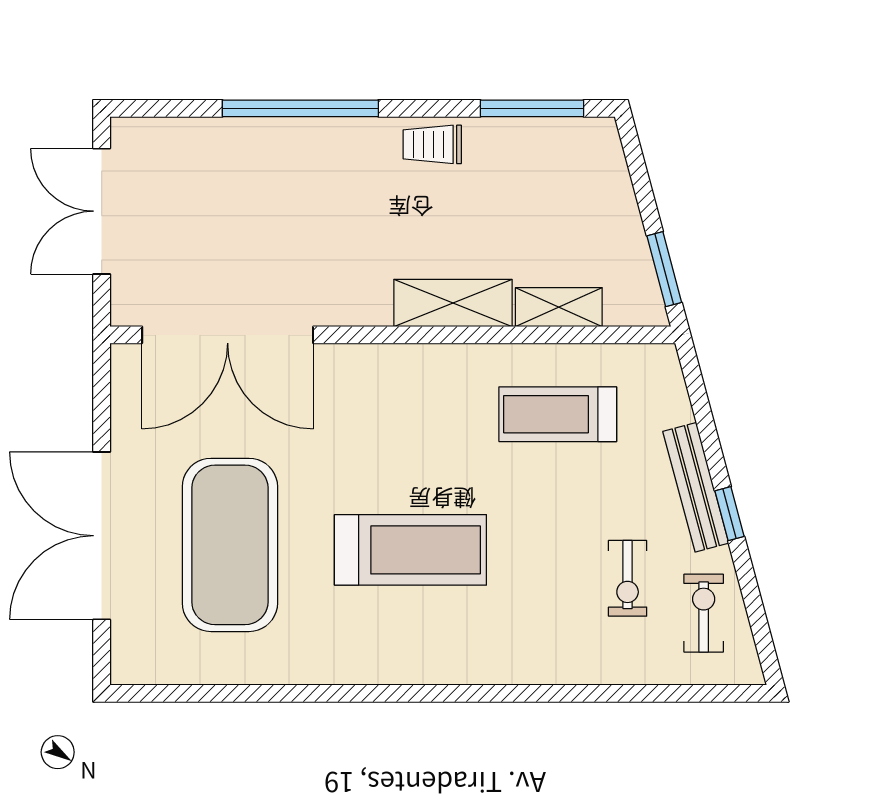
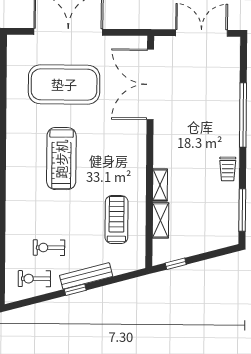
trolley: (432, 144) -> (228, 169), turned 180
window: (664, 269) -> (176, 264), width x0.67
shelving: (453, 303) -> (160, 185), width x0.67, depth x0.75
exercise bike: (704, 613) -> (34, 279), turned 180

